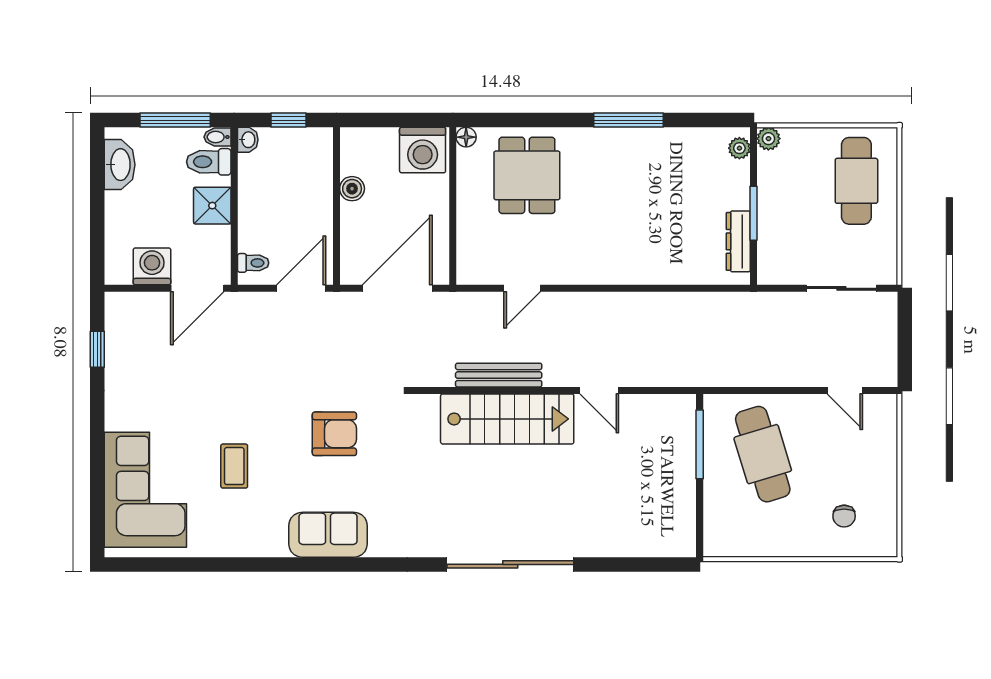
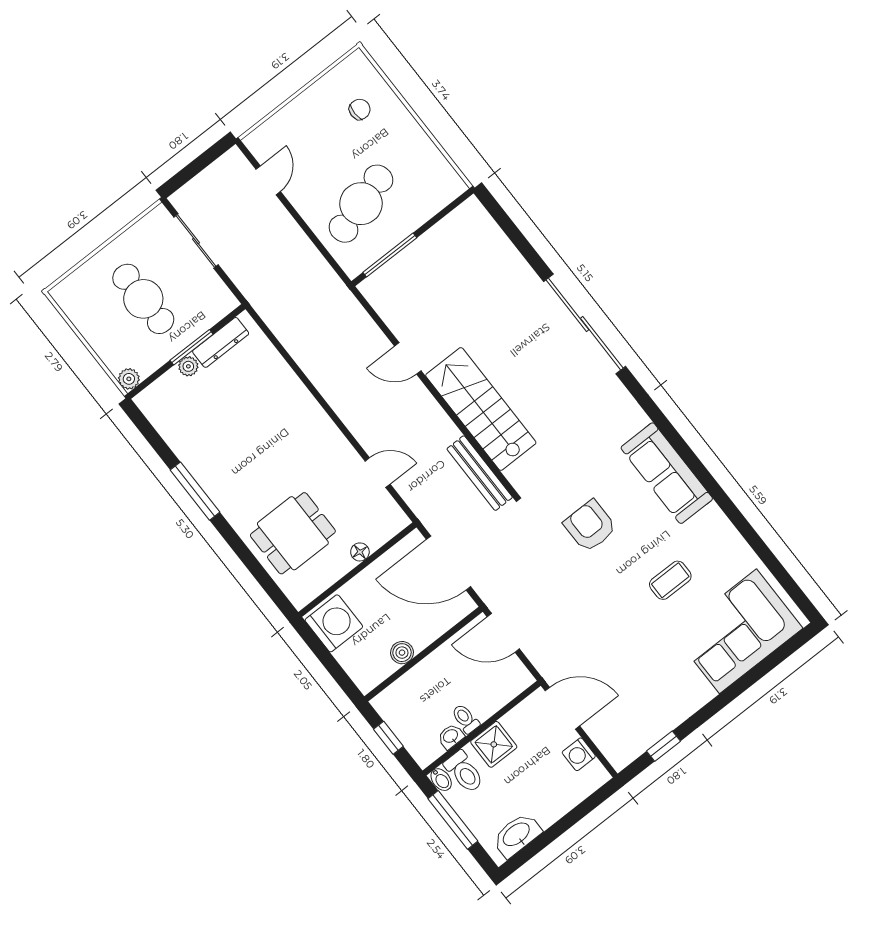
floor lamp: (466, 137) -> (360, 552), moved
washbasin: (248, 140) -> (451, 736), moved
plant: (739, 148) -> (188, 366), moved
cafe table: (856, 181) -> (143, 299), moved, turned 90
toilet: (253, 263) -> (465, 719), moved
washing machine: (152, 266) -> (579, 754), width x0.73, depth x0.73
bench: (499, 375) -> (480, 473), moved
door: (599, 390) -> (408, 358), swing flipped
sofa: (328, 535) -> (667, 473), width x1.36

